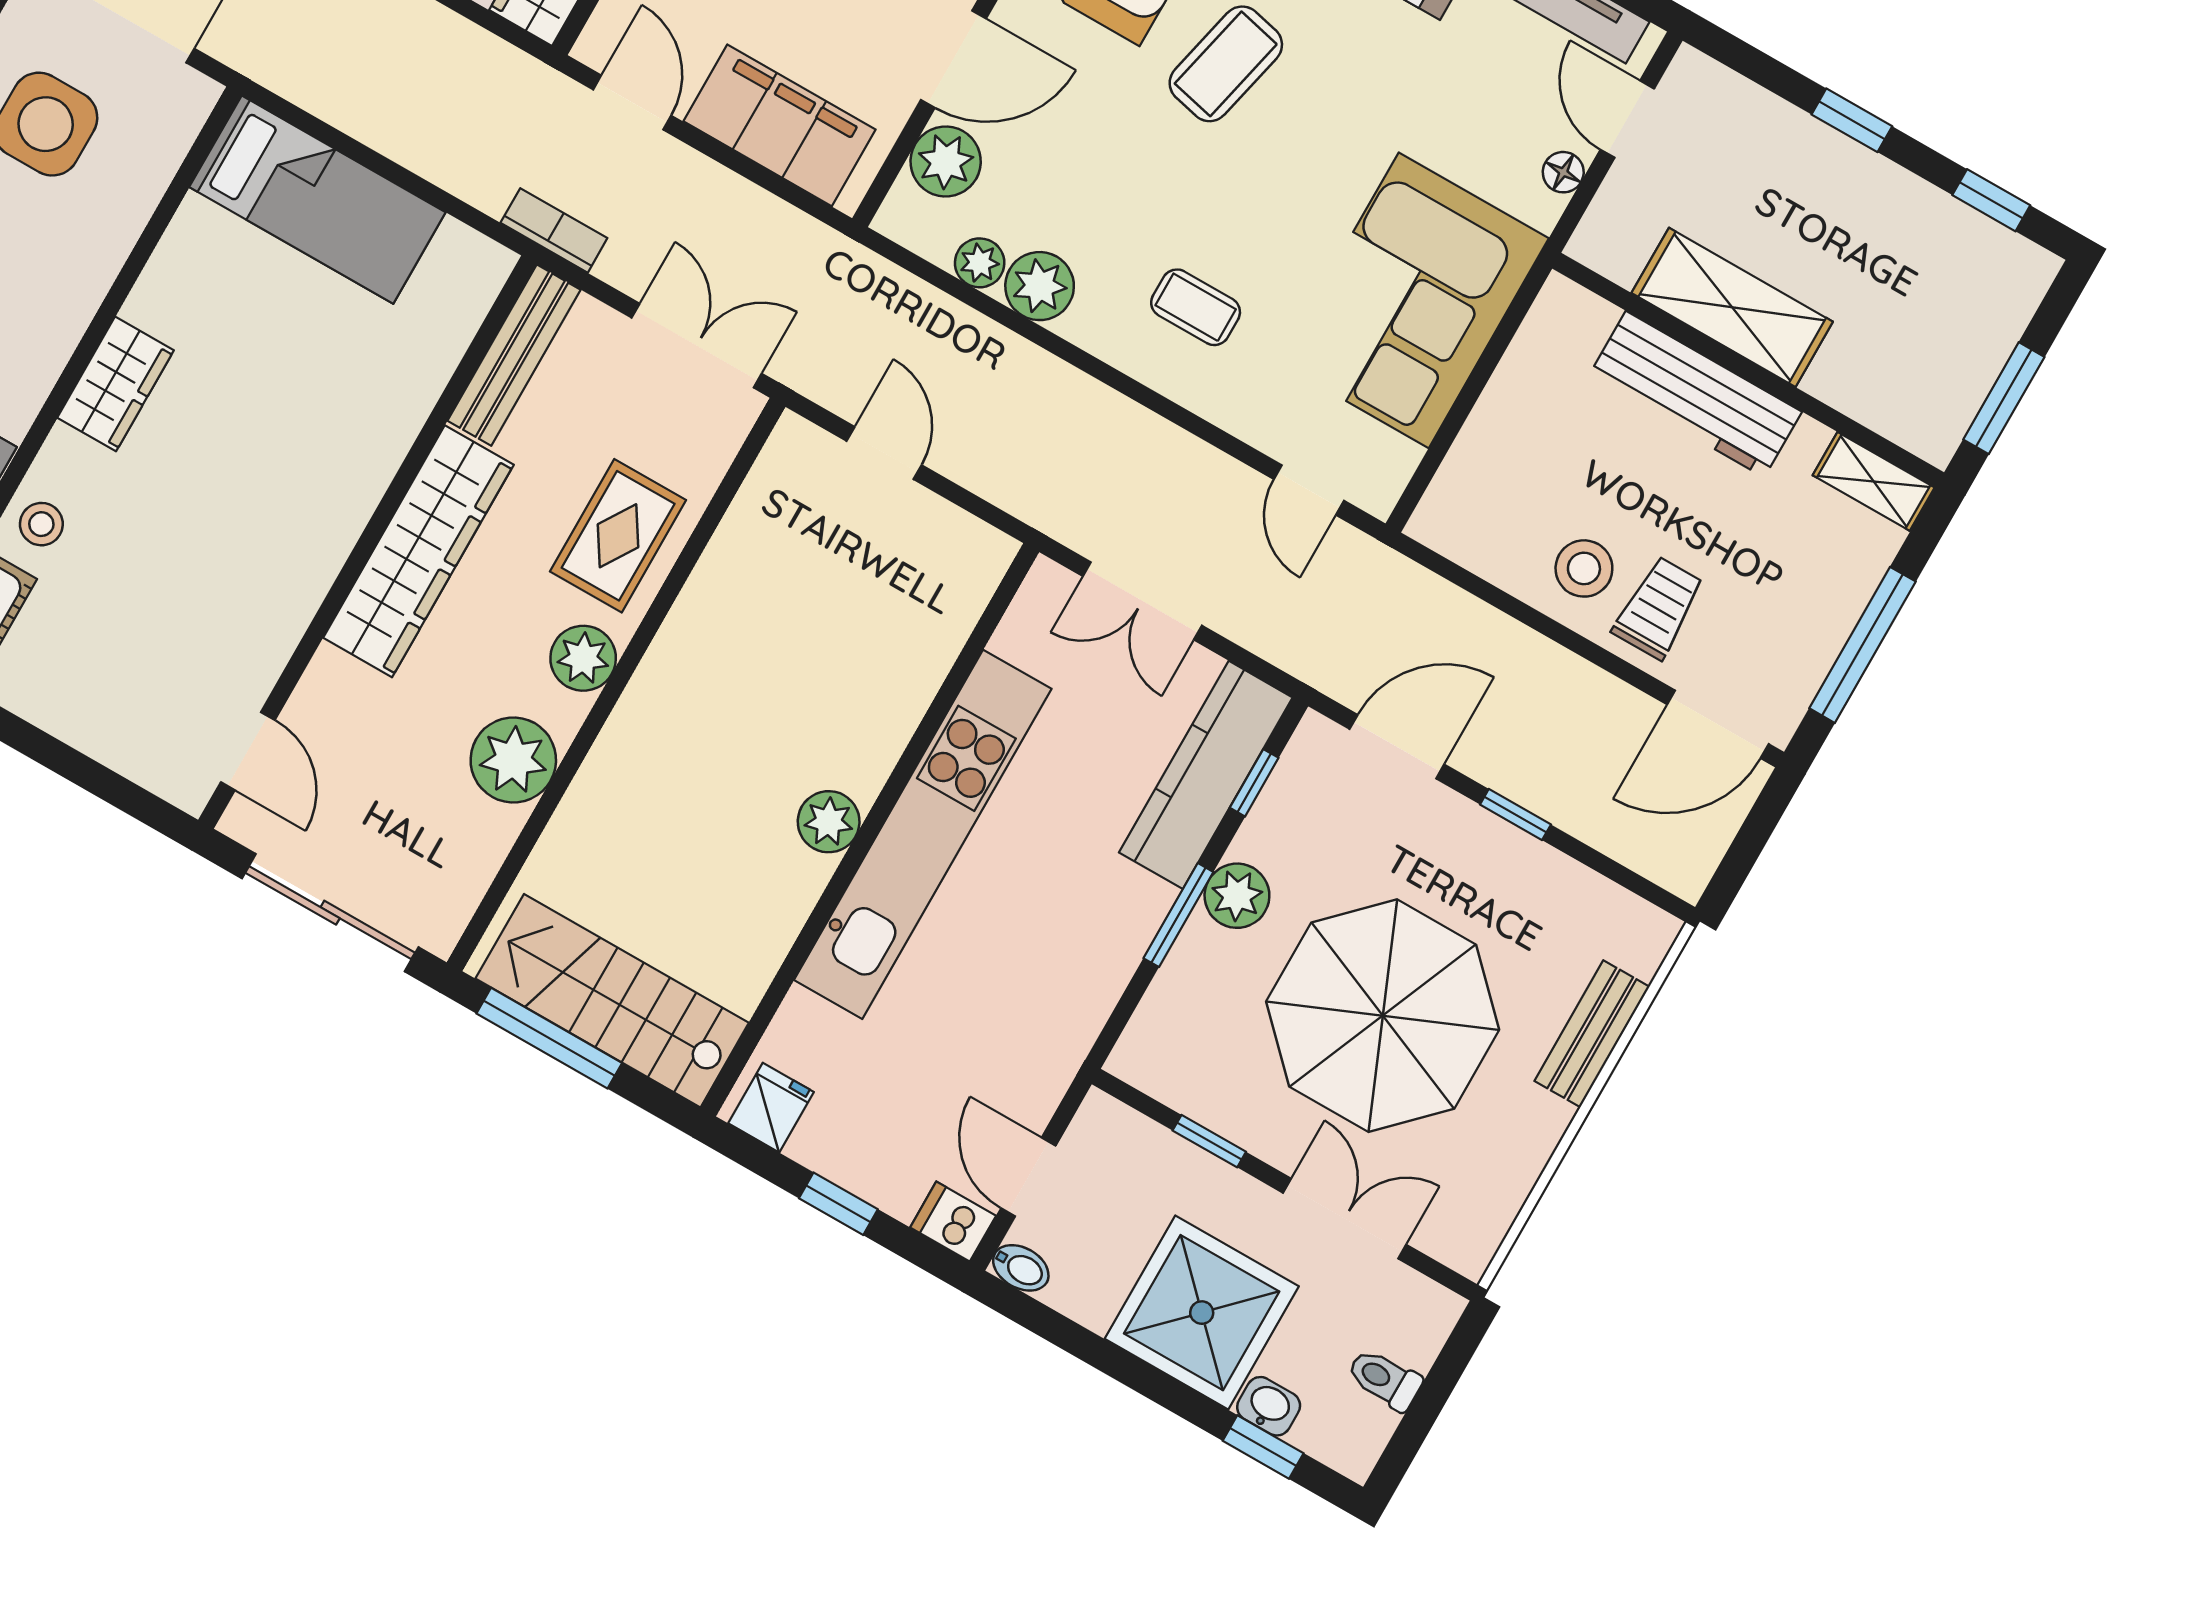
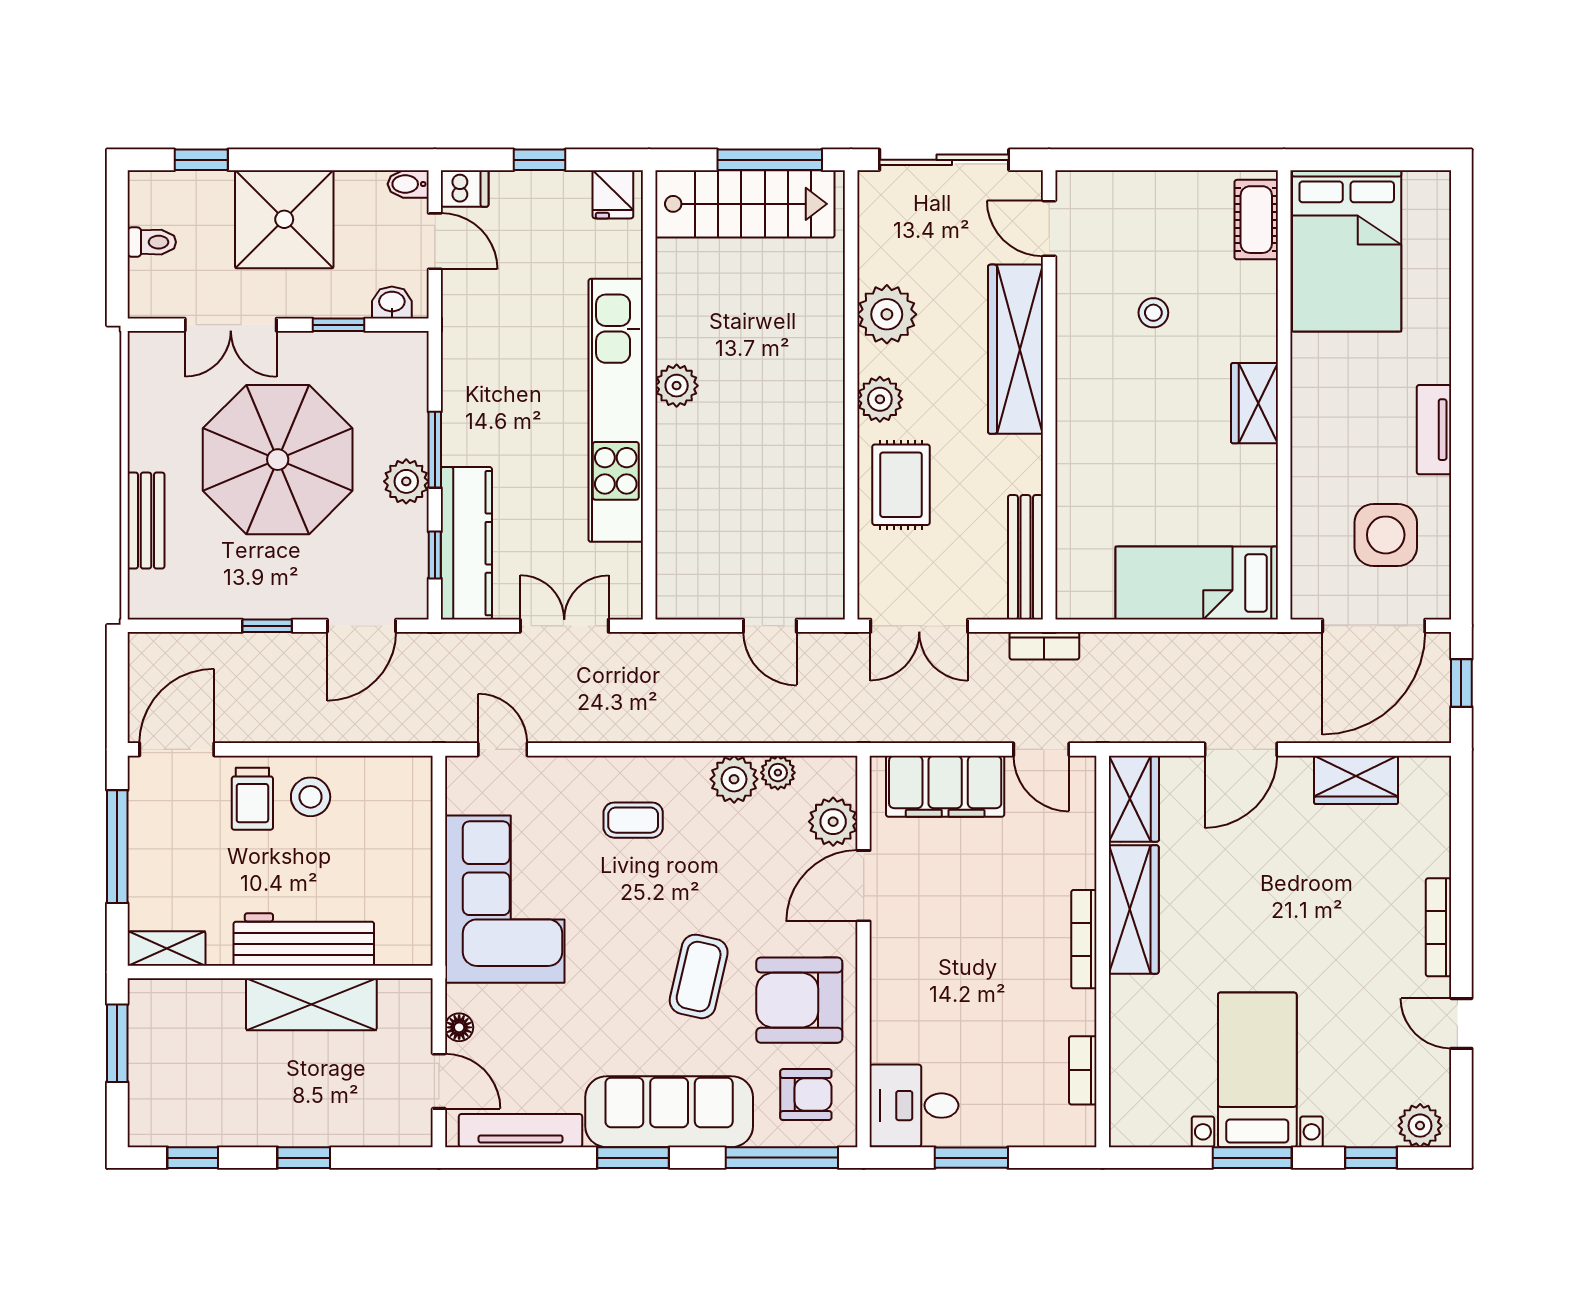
stool: (41, 524) -> (1153, 313), moved
wardrobe: (418, 551) -> (1015, 349), moved
washbasin: (1269, 1406) -> (392, 303), moved, turned 180

